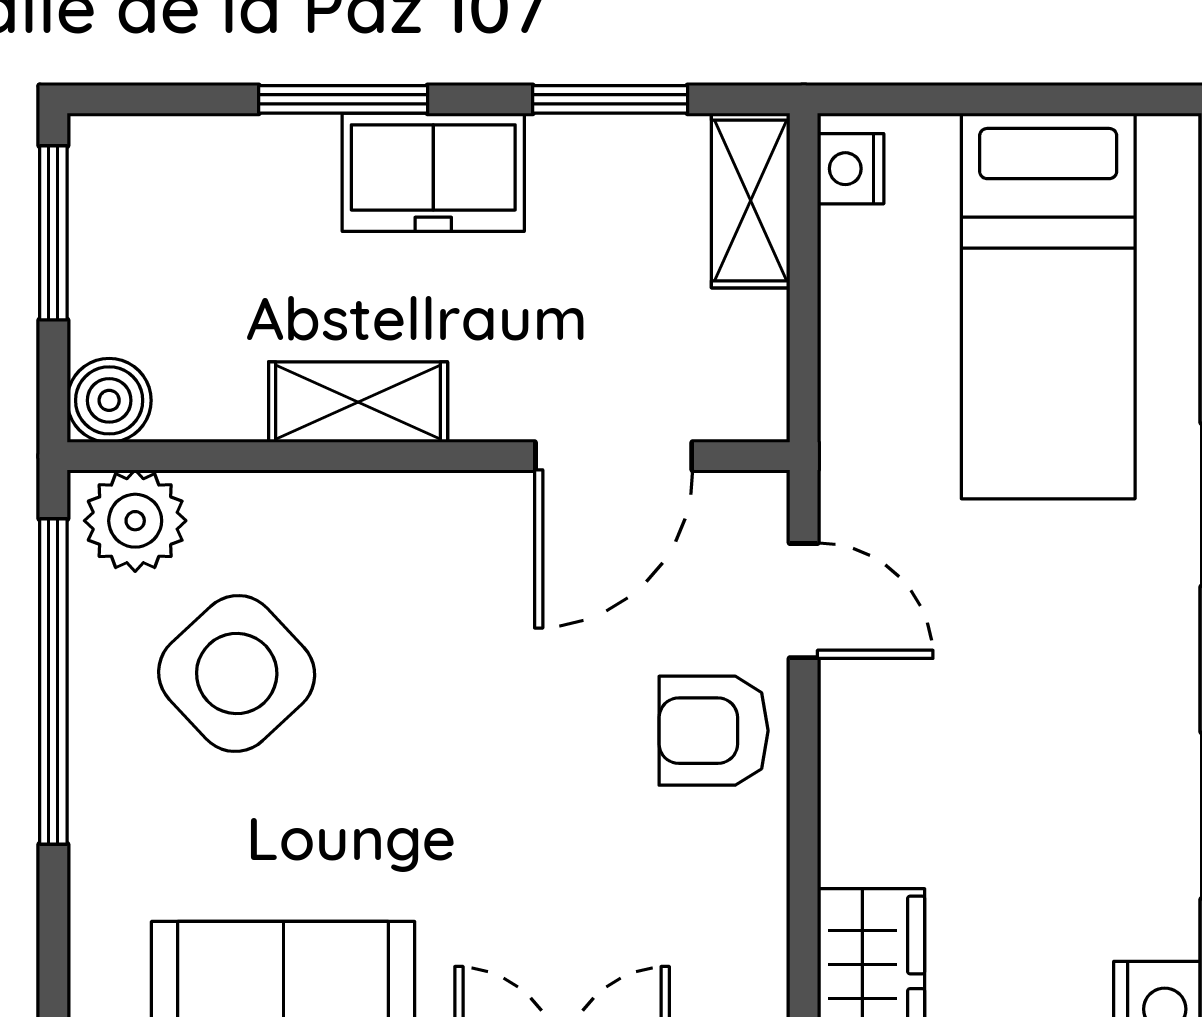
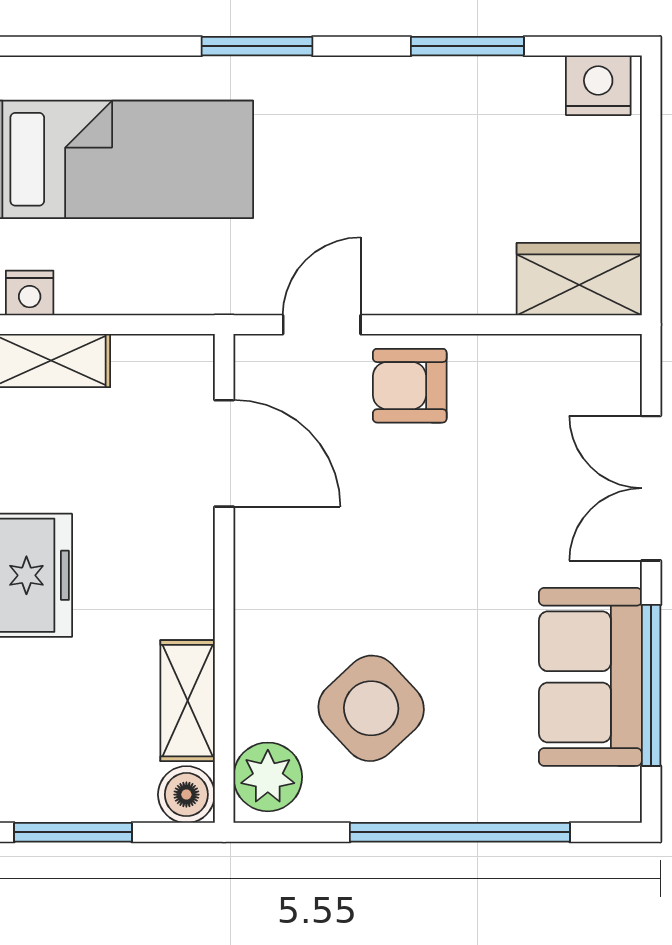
shelving: (358, 402) -> (188, 701), moved
window: (53, 681) -> (460, 832), moved
armchair: (714, 731) -> (410, 386), turned 90

